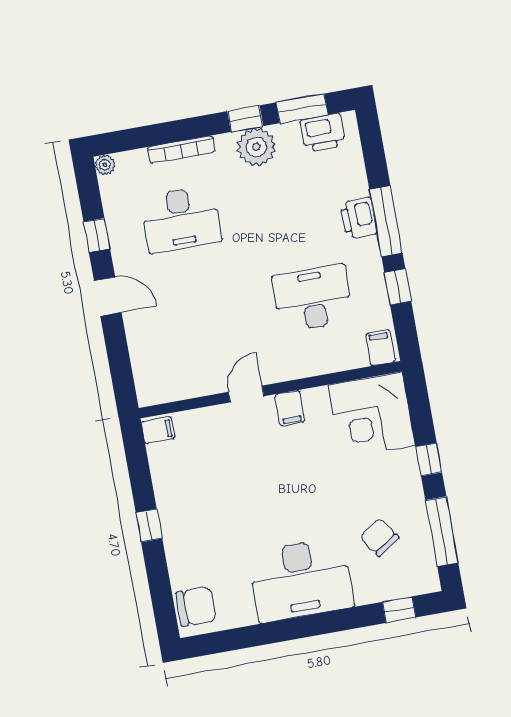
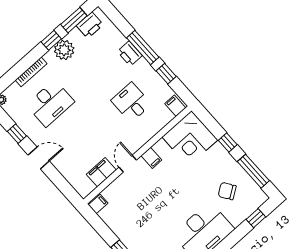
desk: (313, 298) -> (131, 102), width x0.73
filing cabinet: (195, 381) -> (101, 172), added

